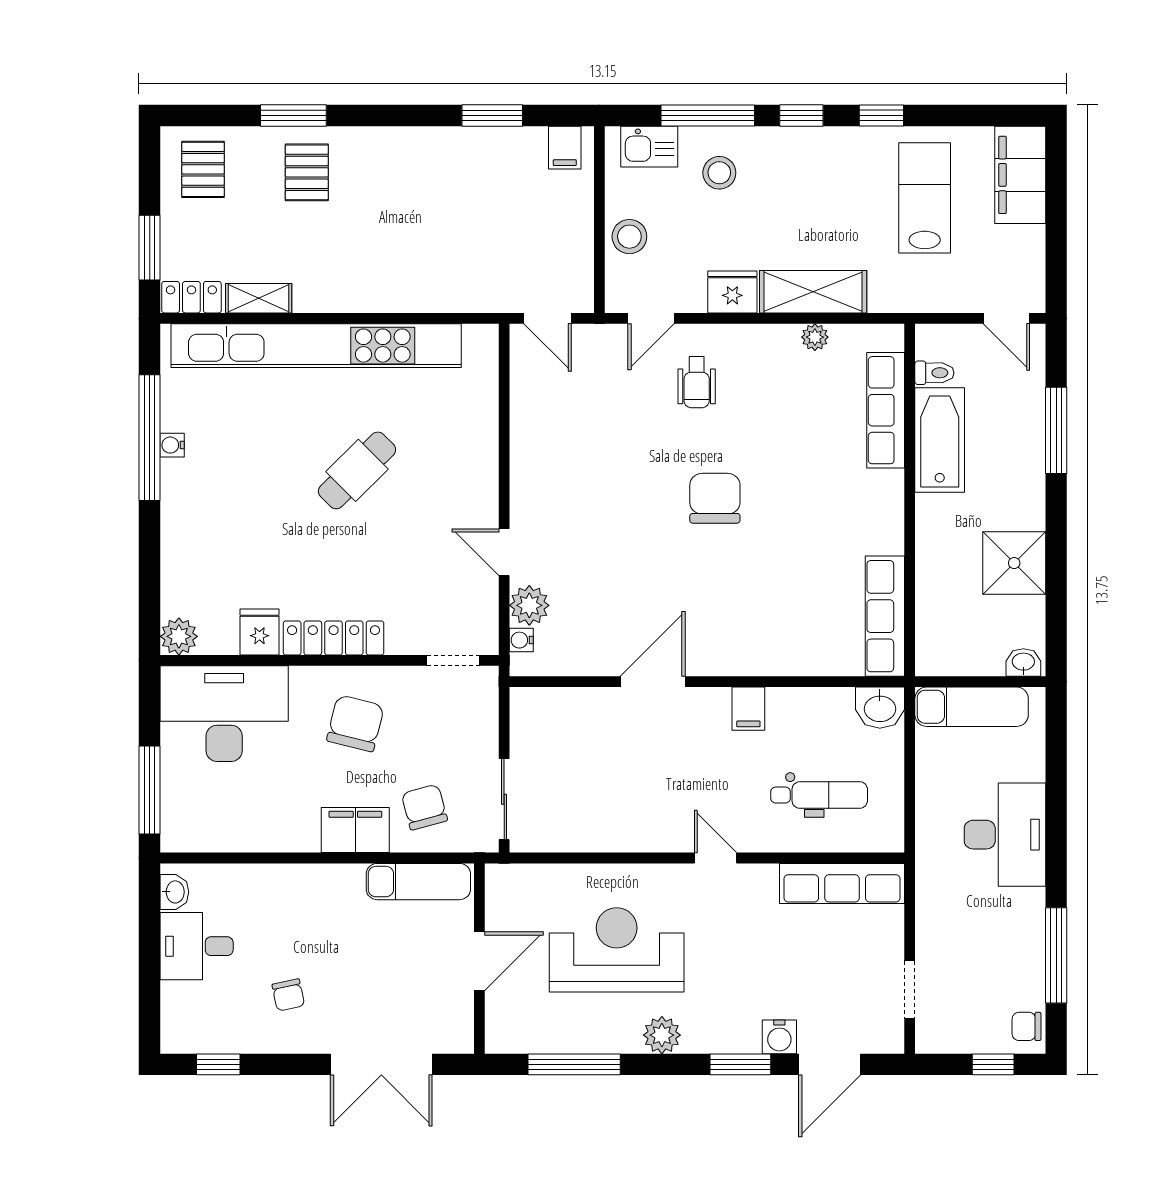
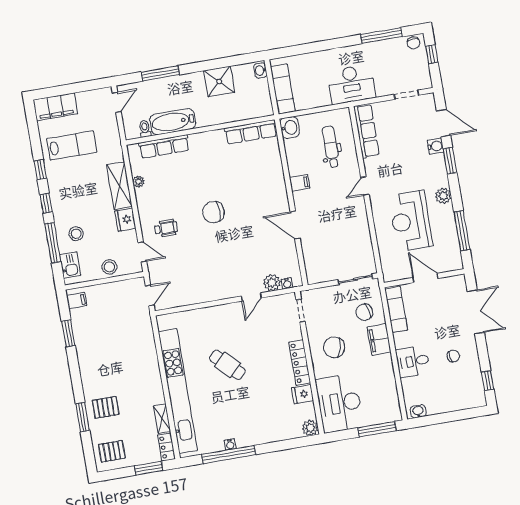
lab bench: (925, 198) -> (72, 145), turned 180
desk: (1005, 835) -> (351, 84), moved, turned 180
desk: (197, 946) -> (413, 361), moved, turned 90

